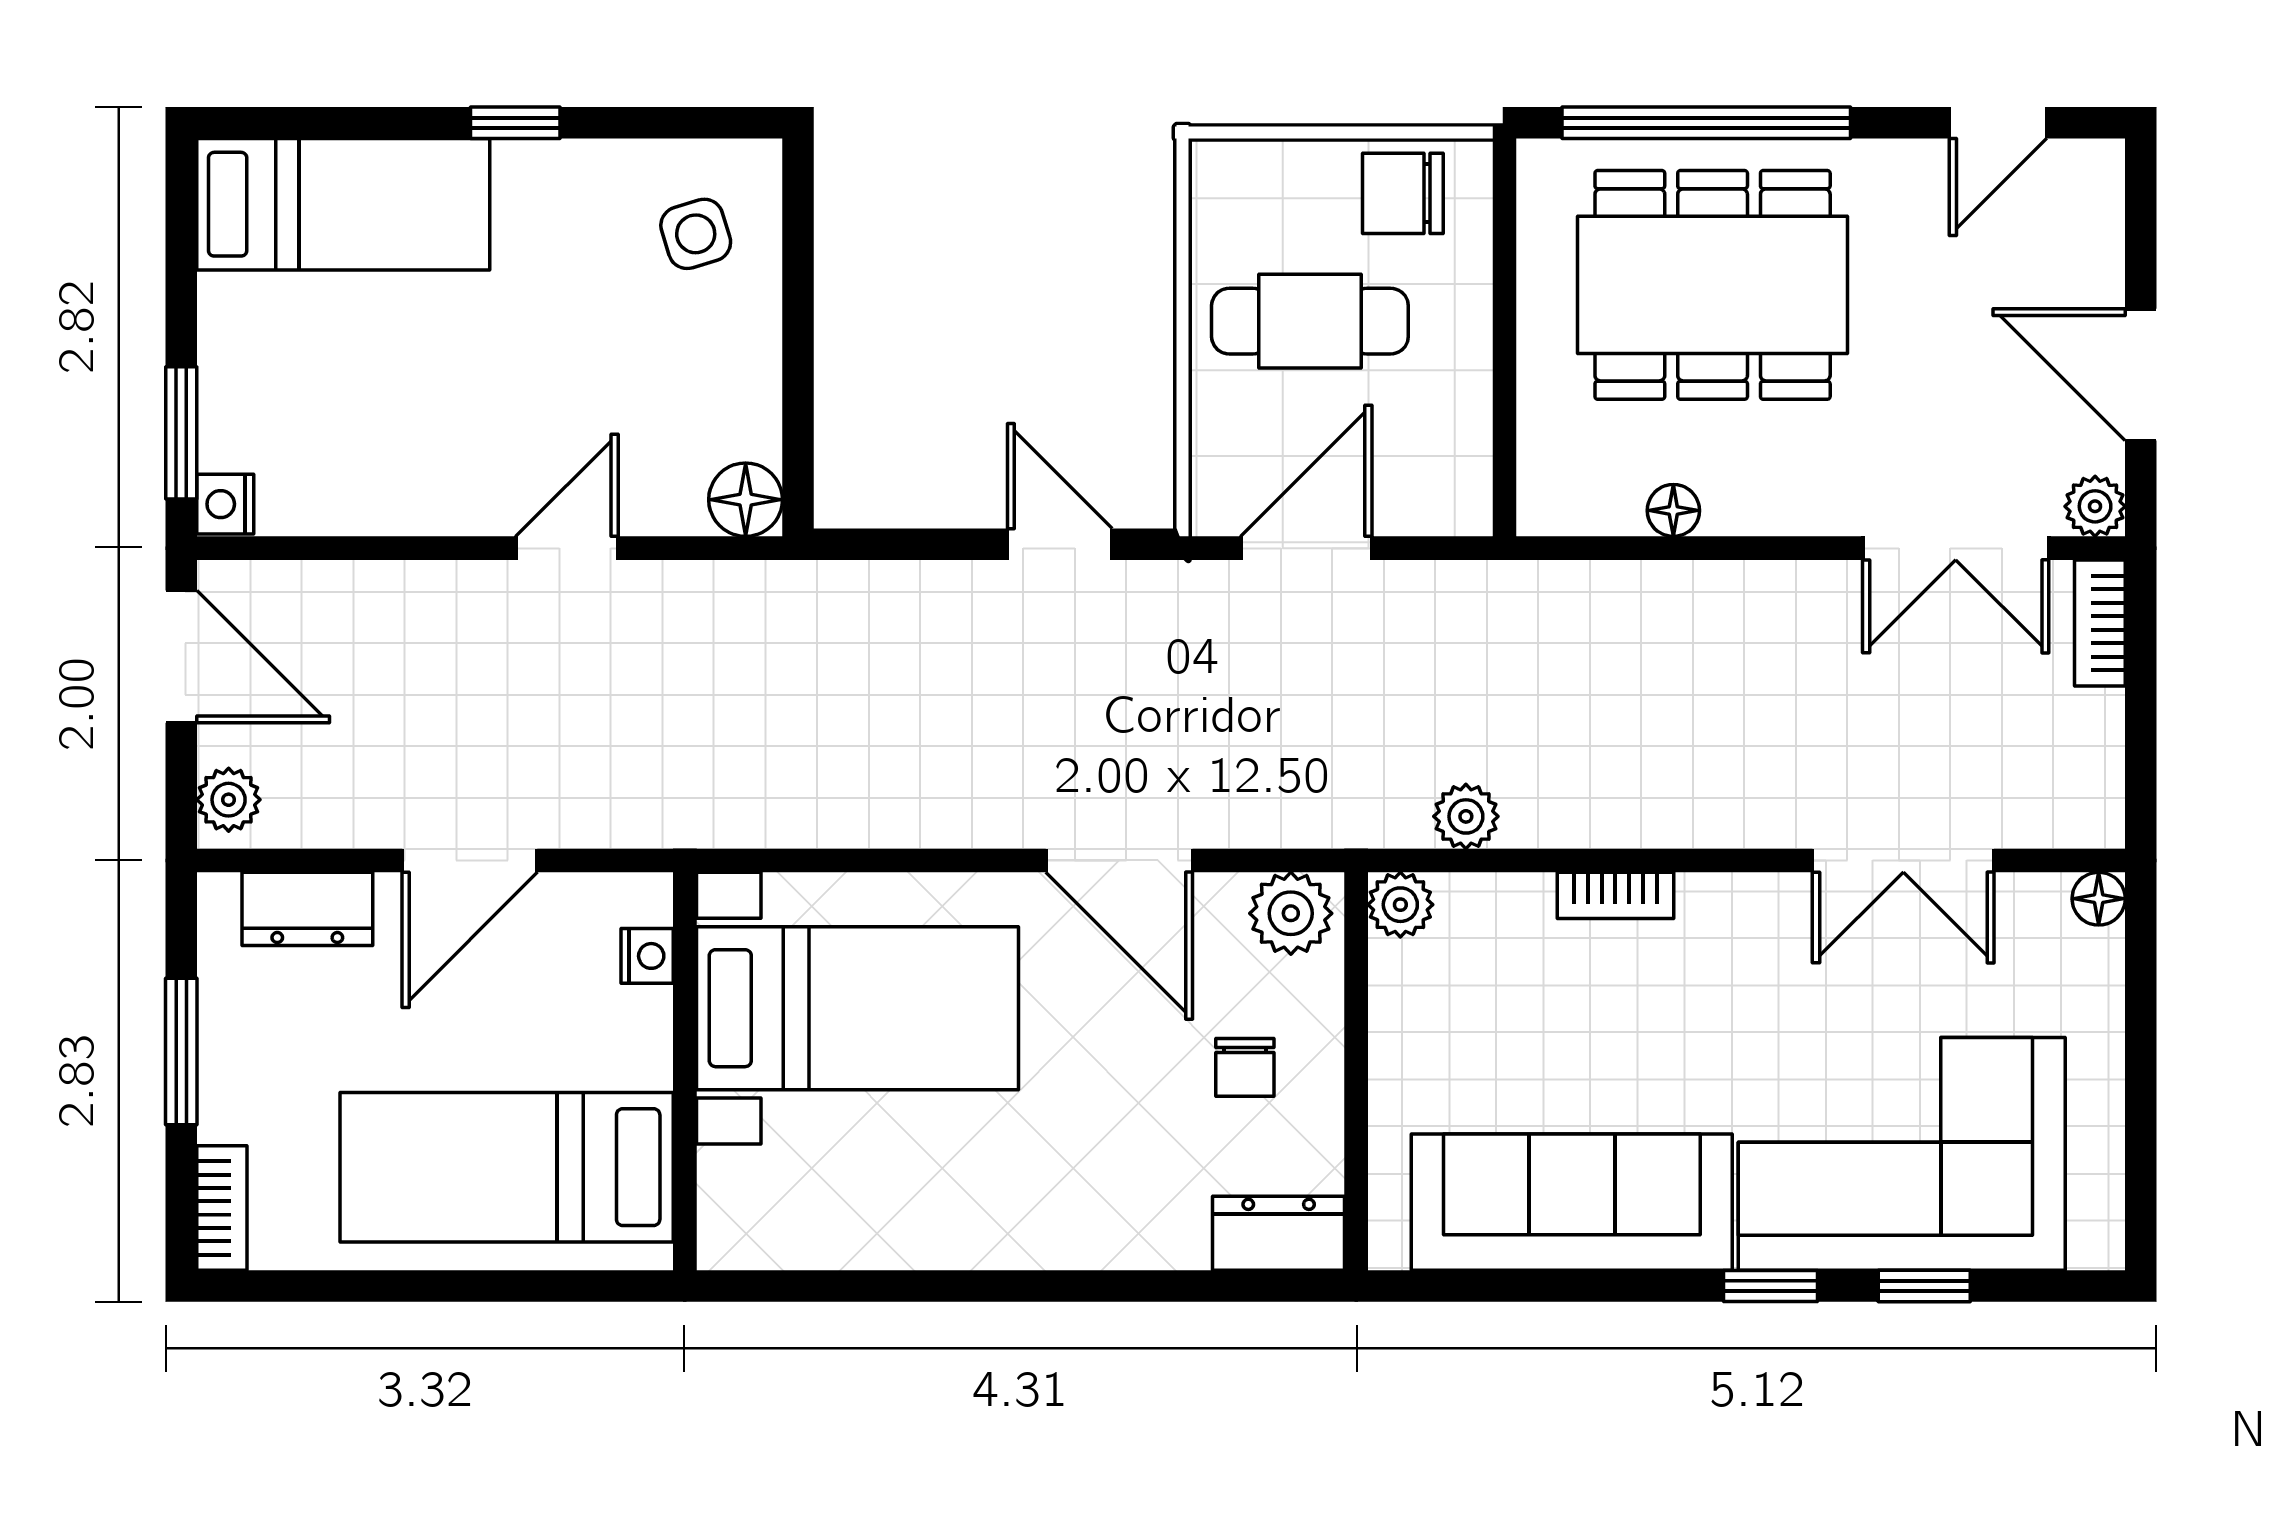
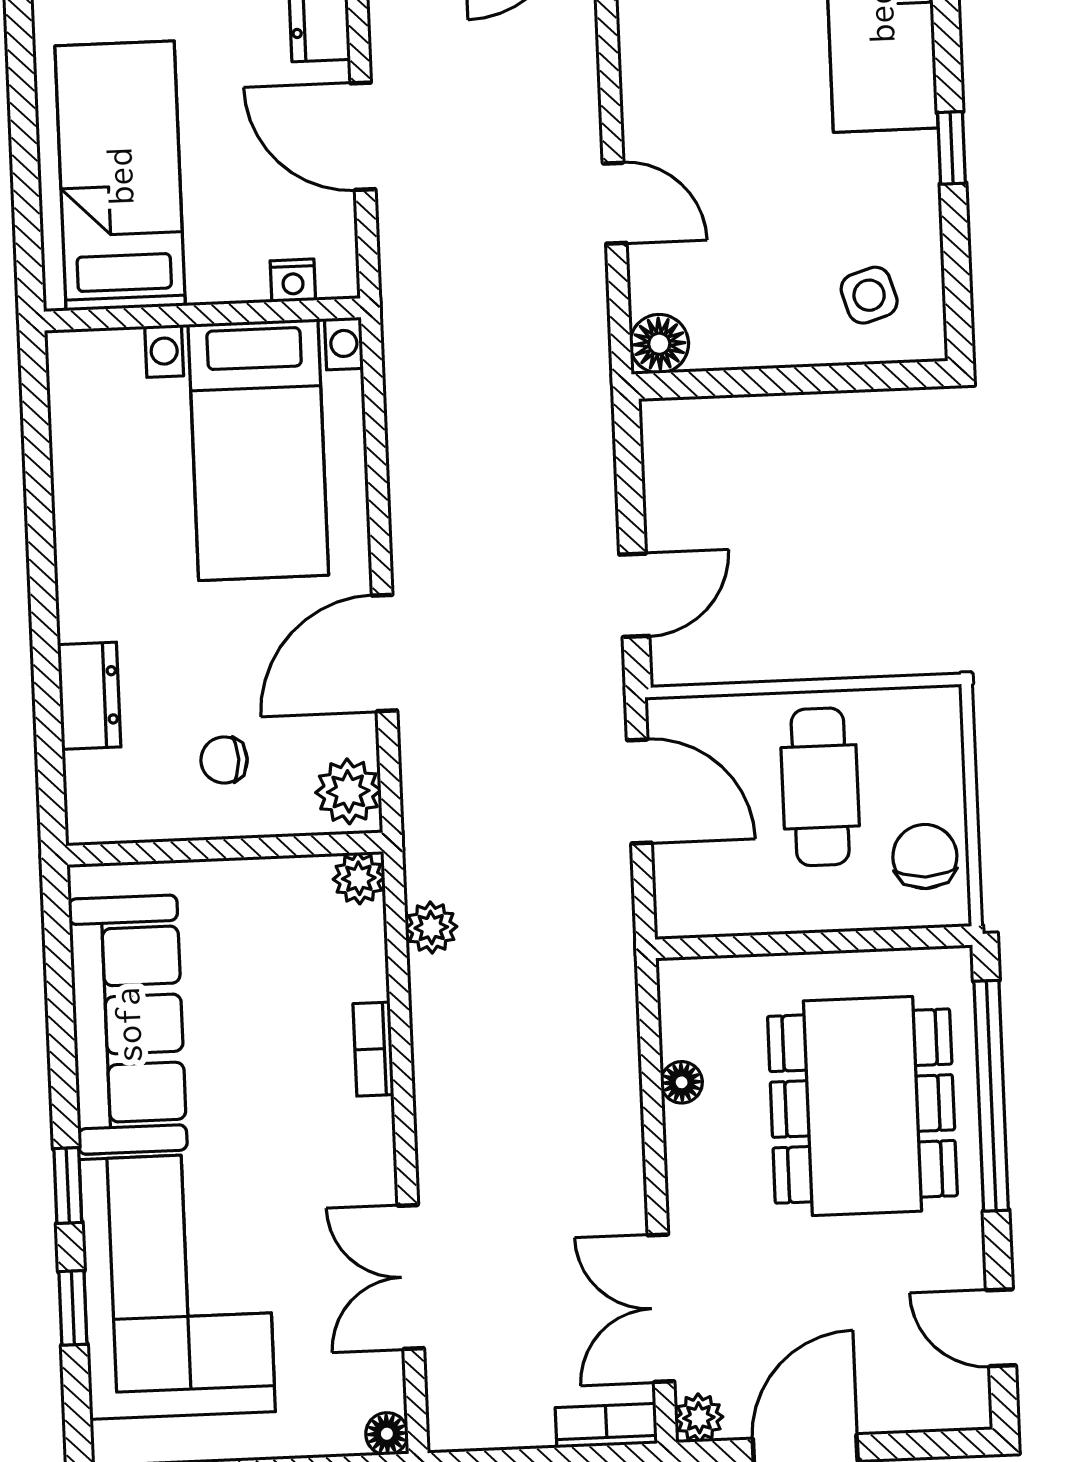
dresser: (1279, 1233) -> (89, 696), moved

